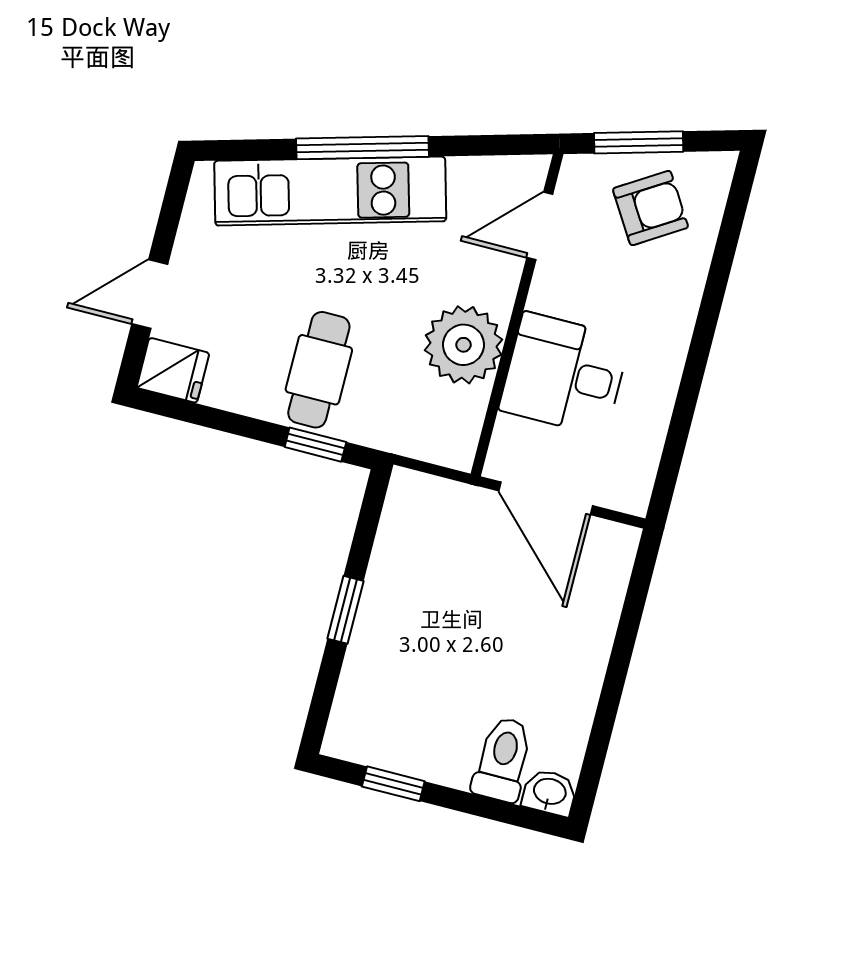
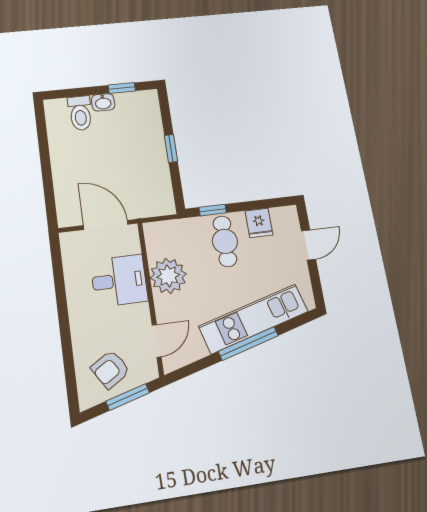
fridge: (173, 370) -> (259, 223), moved, turned -90
washbasin: (550, 792) -> (103, 102), moved

